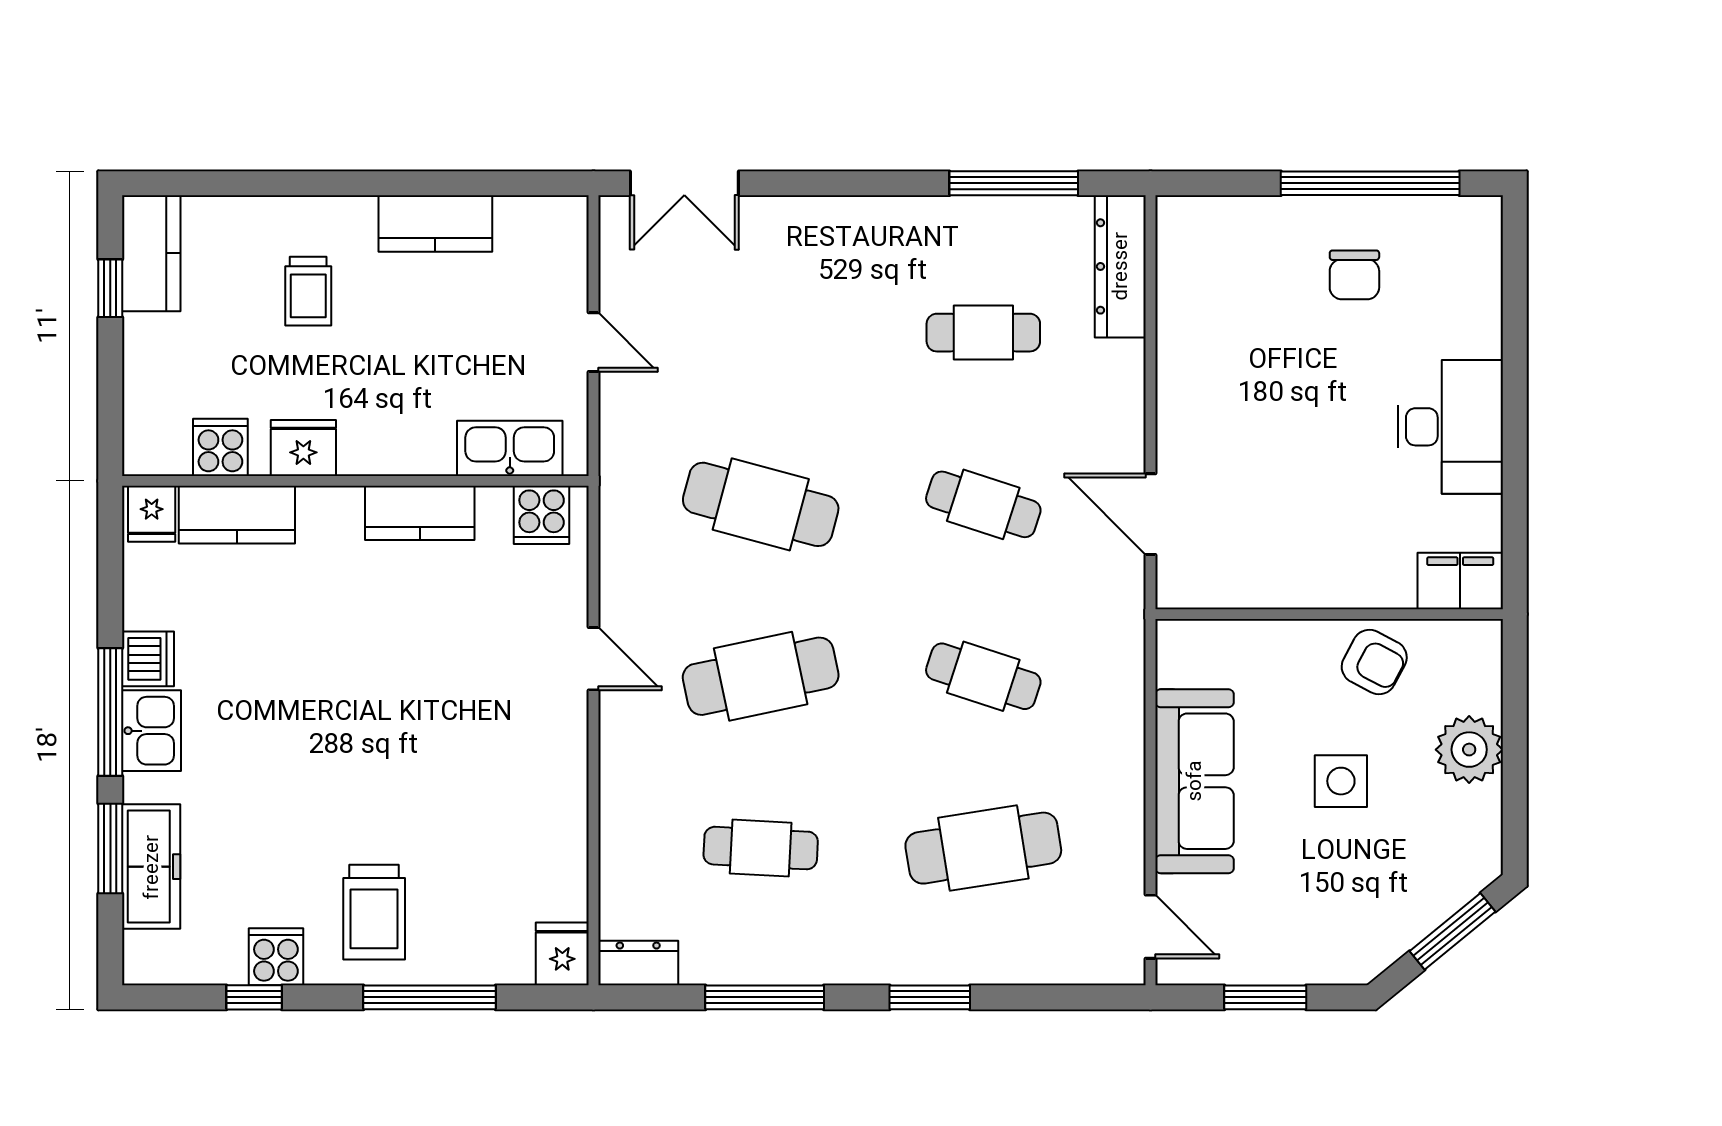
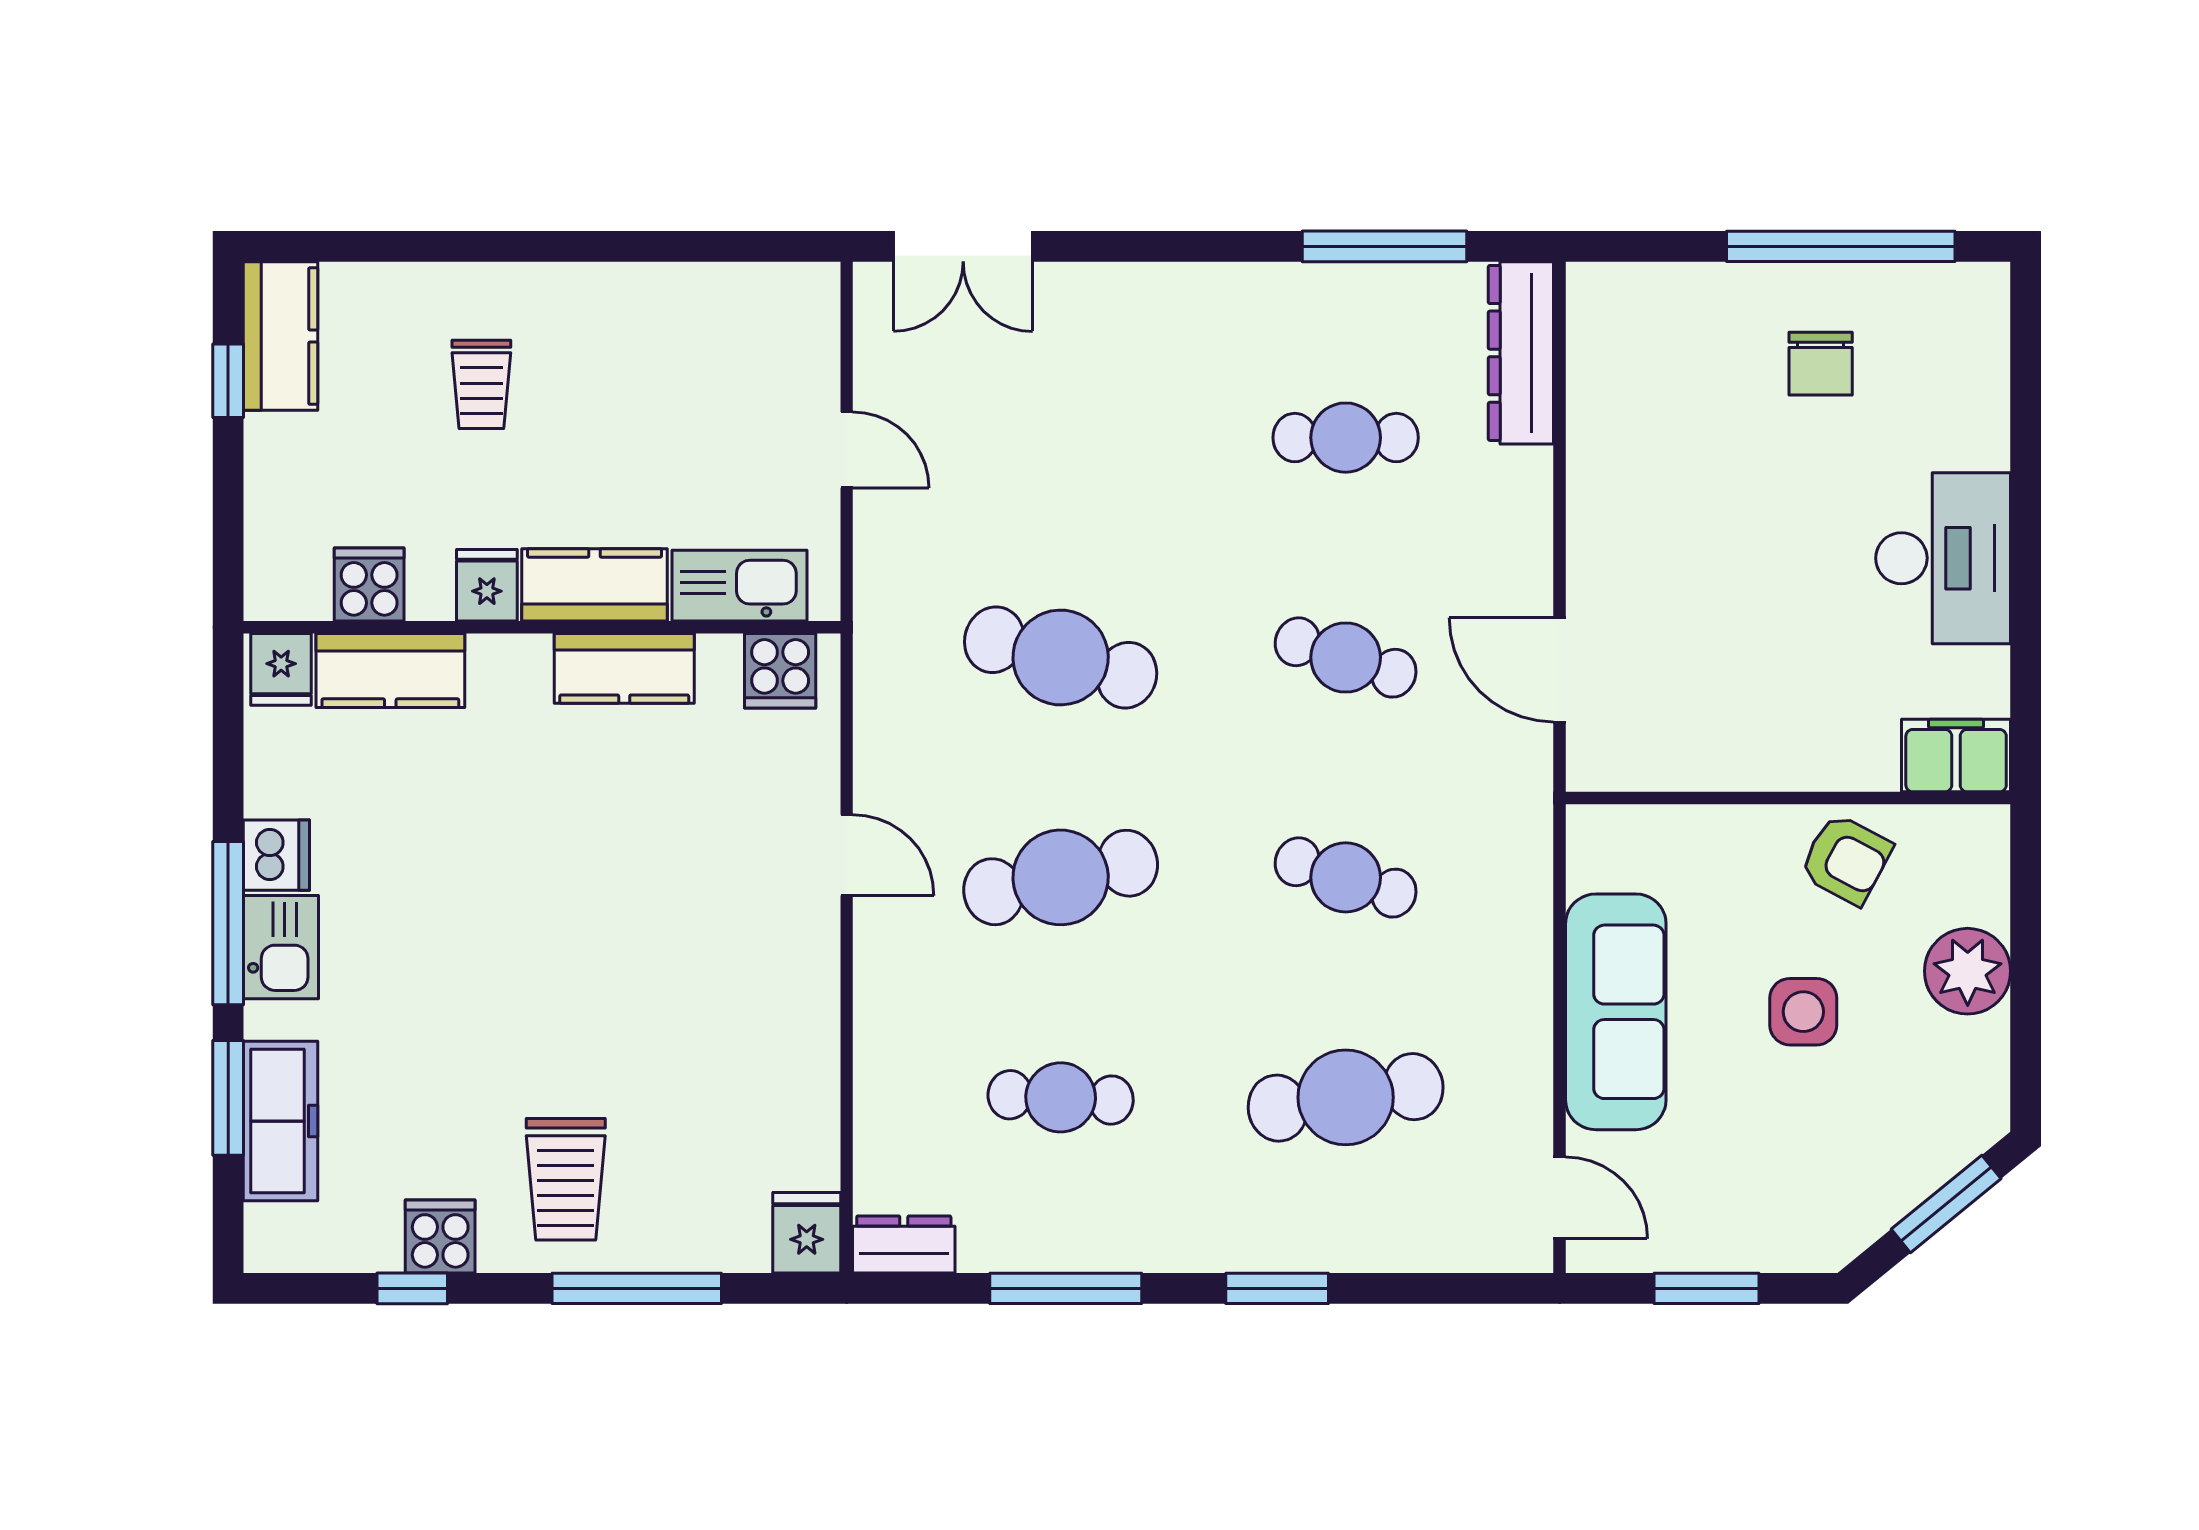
kitchen counter: (435, 224) -> (595, 585), moved, turned 180
fridge: (303, 448) -> (487, 585), width x0.72

